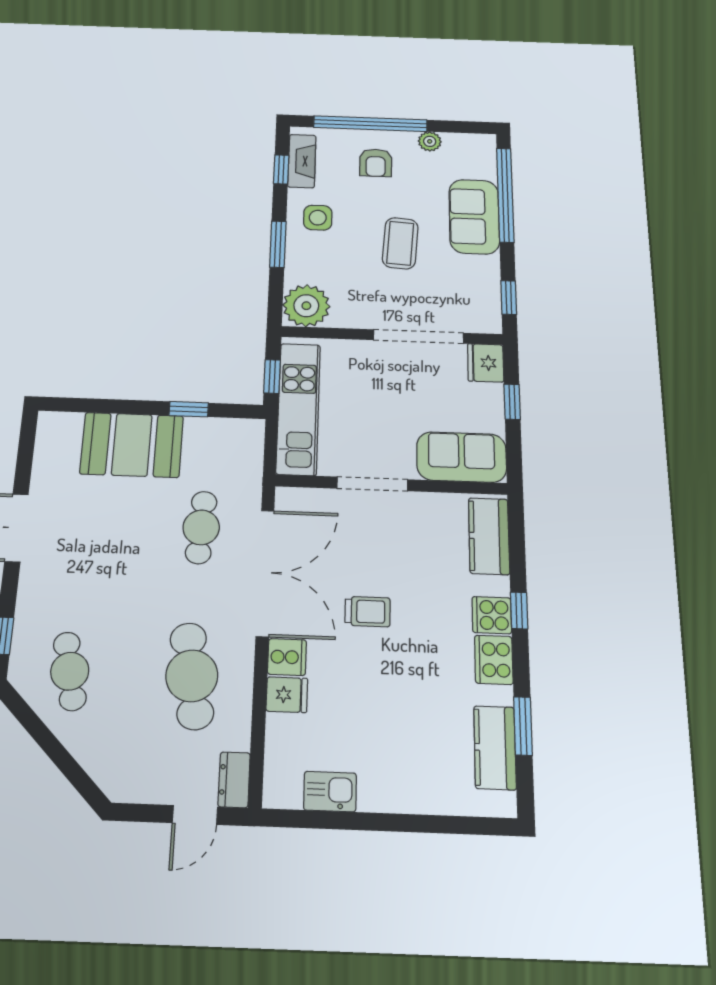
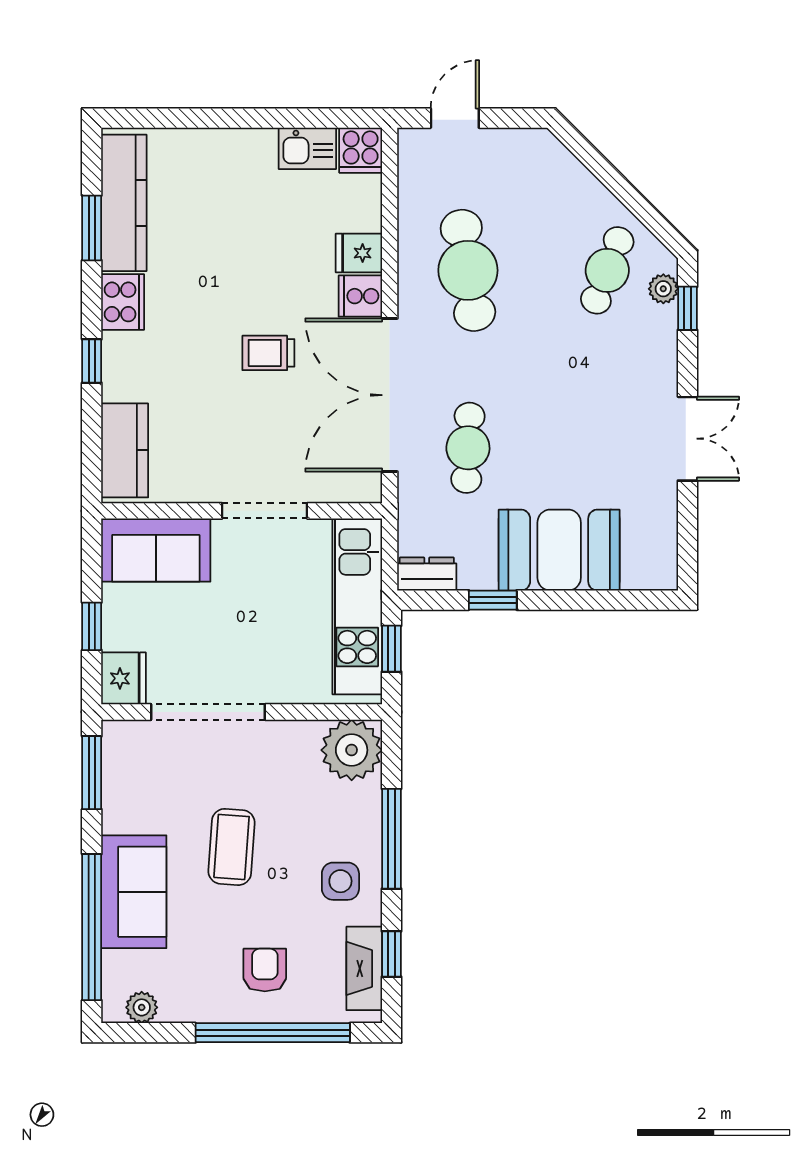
plant: (430, 141) -> (142, 1007), moved
window: (278, 244) -> (391, 839), width x1.44
window: (509, 298) -> (92, 773), width x1.50
cooker: (492, 615) -> (361, 150), moved, turned 90
plant: (22, 653) -> (663, 289), added
cafe table: (70, 671) -> (607, 270), turned 33
kitchen counter: (495, 748) -> (124, 203), width x1.50
dresser: (234, 780) -> (427, 574), moved, turned -90

